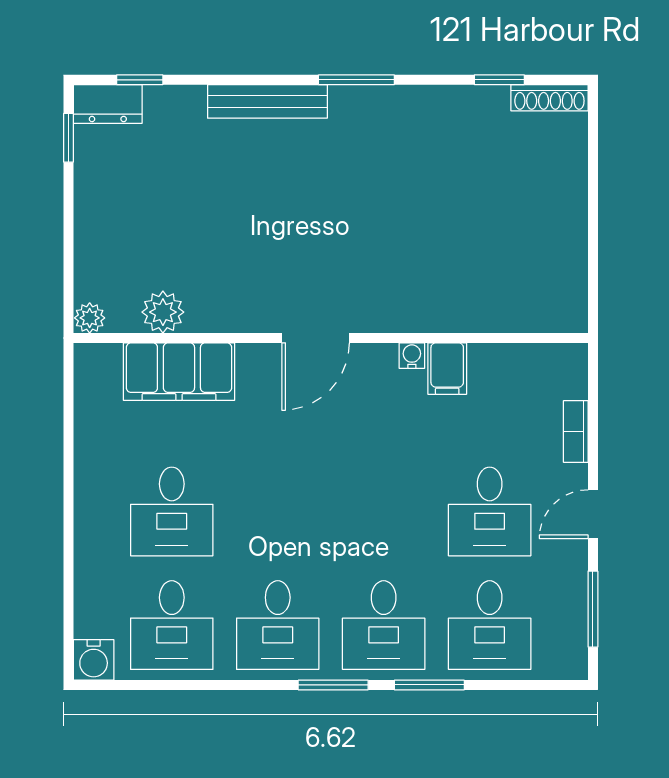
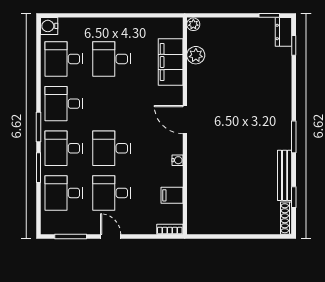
bench: (267, 101) -> (285, 175), moved
filing cabinet: (447, 369) -> (172, 195), moved
bookcase: (576, 432) -> (170, 229), moved
desk: (384, 511) -> (112, 148), added

